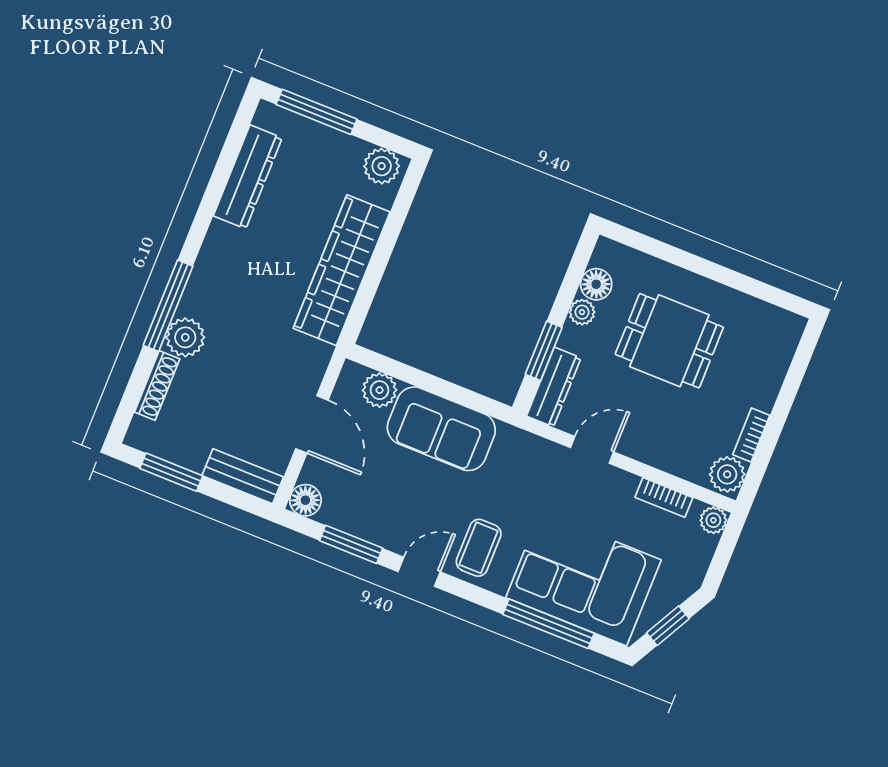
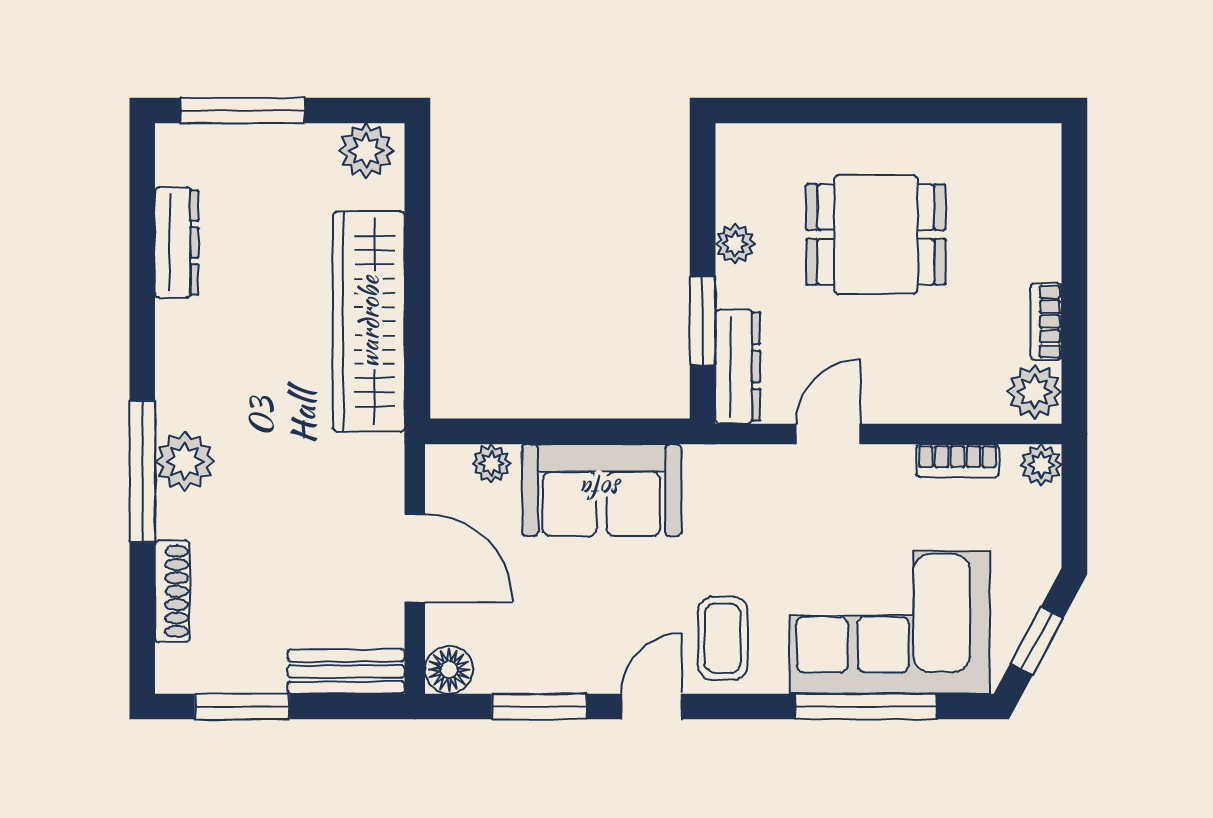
dresser: (248, 177) -> (177, 242), width x0.73, depth x0.80
floor lamp: (596, 284) -> (739, 196), removed
plant: (185, 337) -> (185, 461), moved
plant: (380, 390) -> (491, 463), width x0.73, depth x0.73

